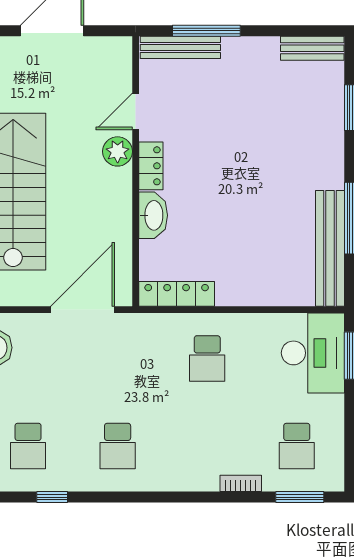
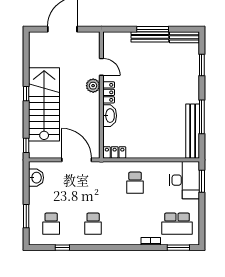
window: (206, 31) -> (153, 29), moved
bench: (180, 47) -> (150, 37), moved
door: (136, 111) -> (101, 67), swing flipped
locker: (177, 294) -> (115, 152), width x0.66
door: (83, 310) -> (77, 160), hinge flipped
school desk: (297, 446) -> (177, 224), width x1.85

